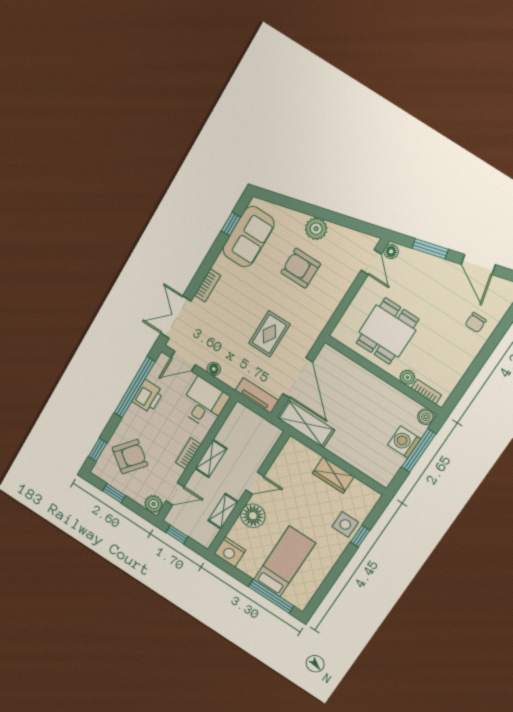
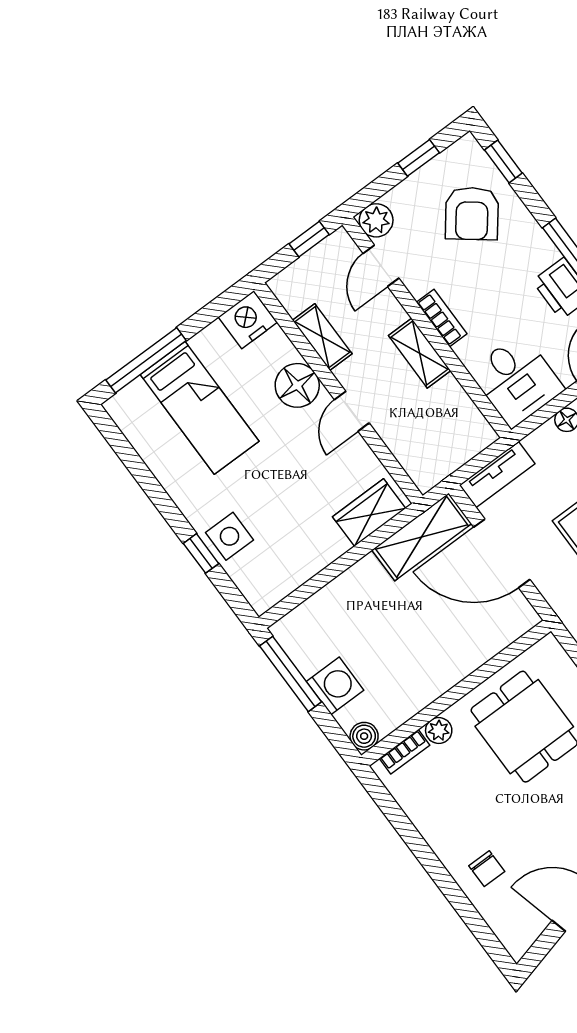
chair: (476, 323) -> (487, 869), turned 180
window: (419, 450) -> (290, 674), moved
wardrobe: (333, 475) -> (369, 513), moved

